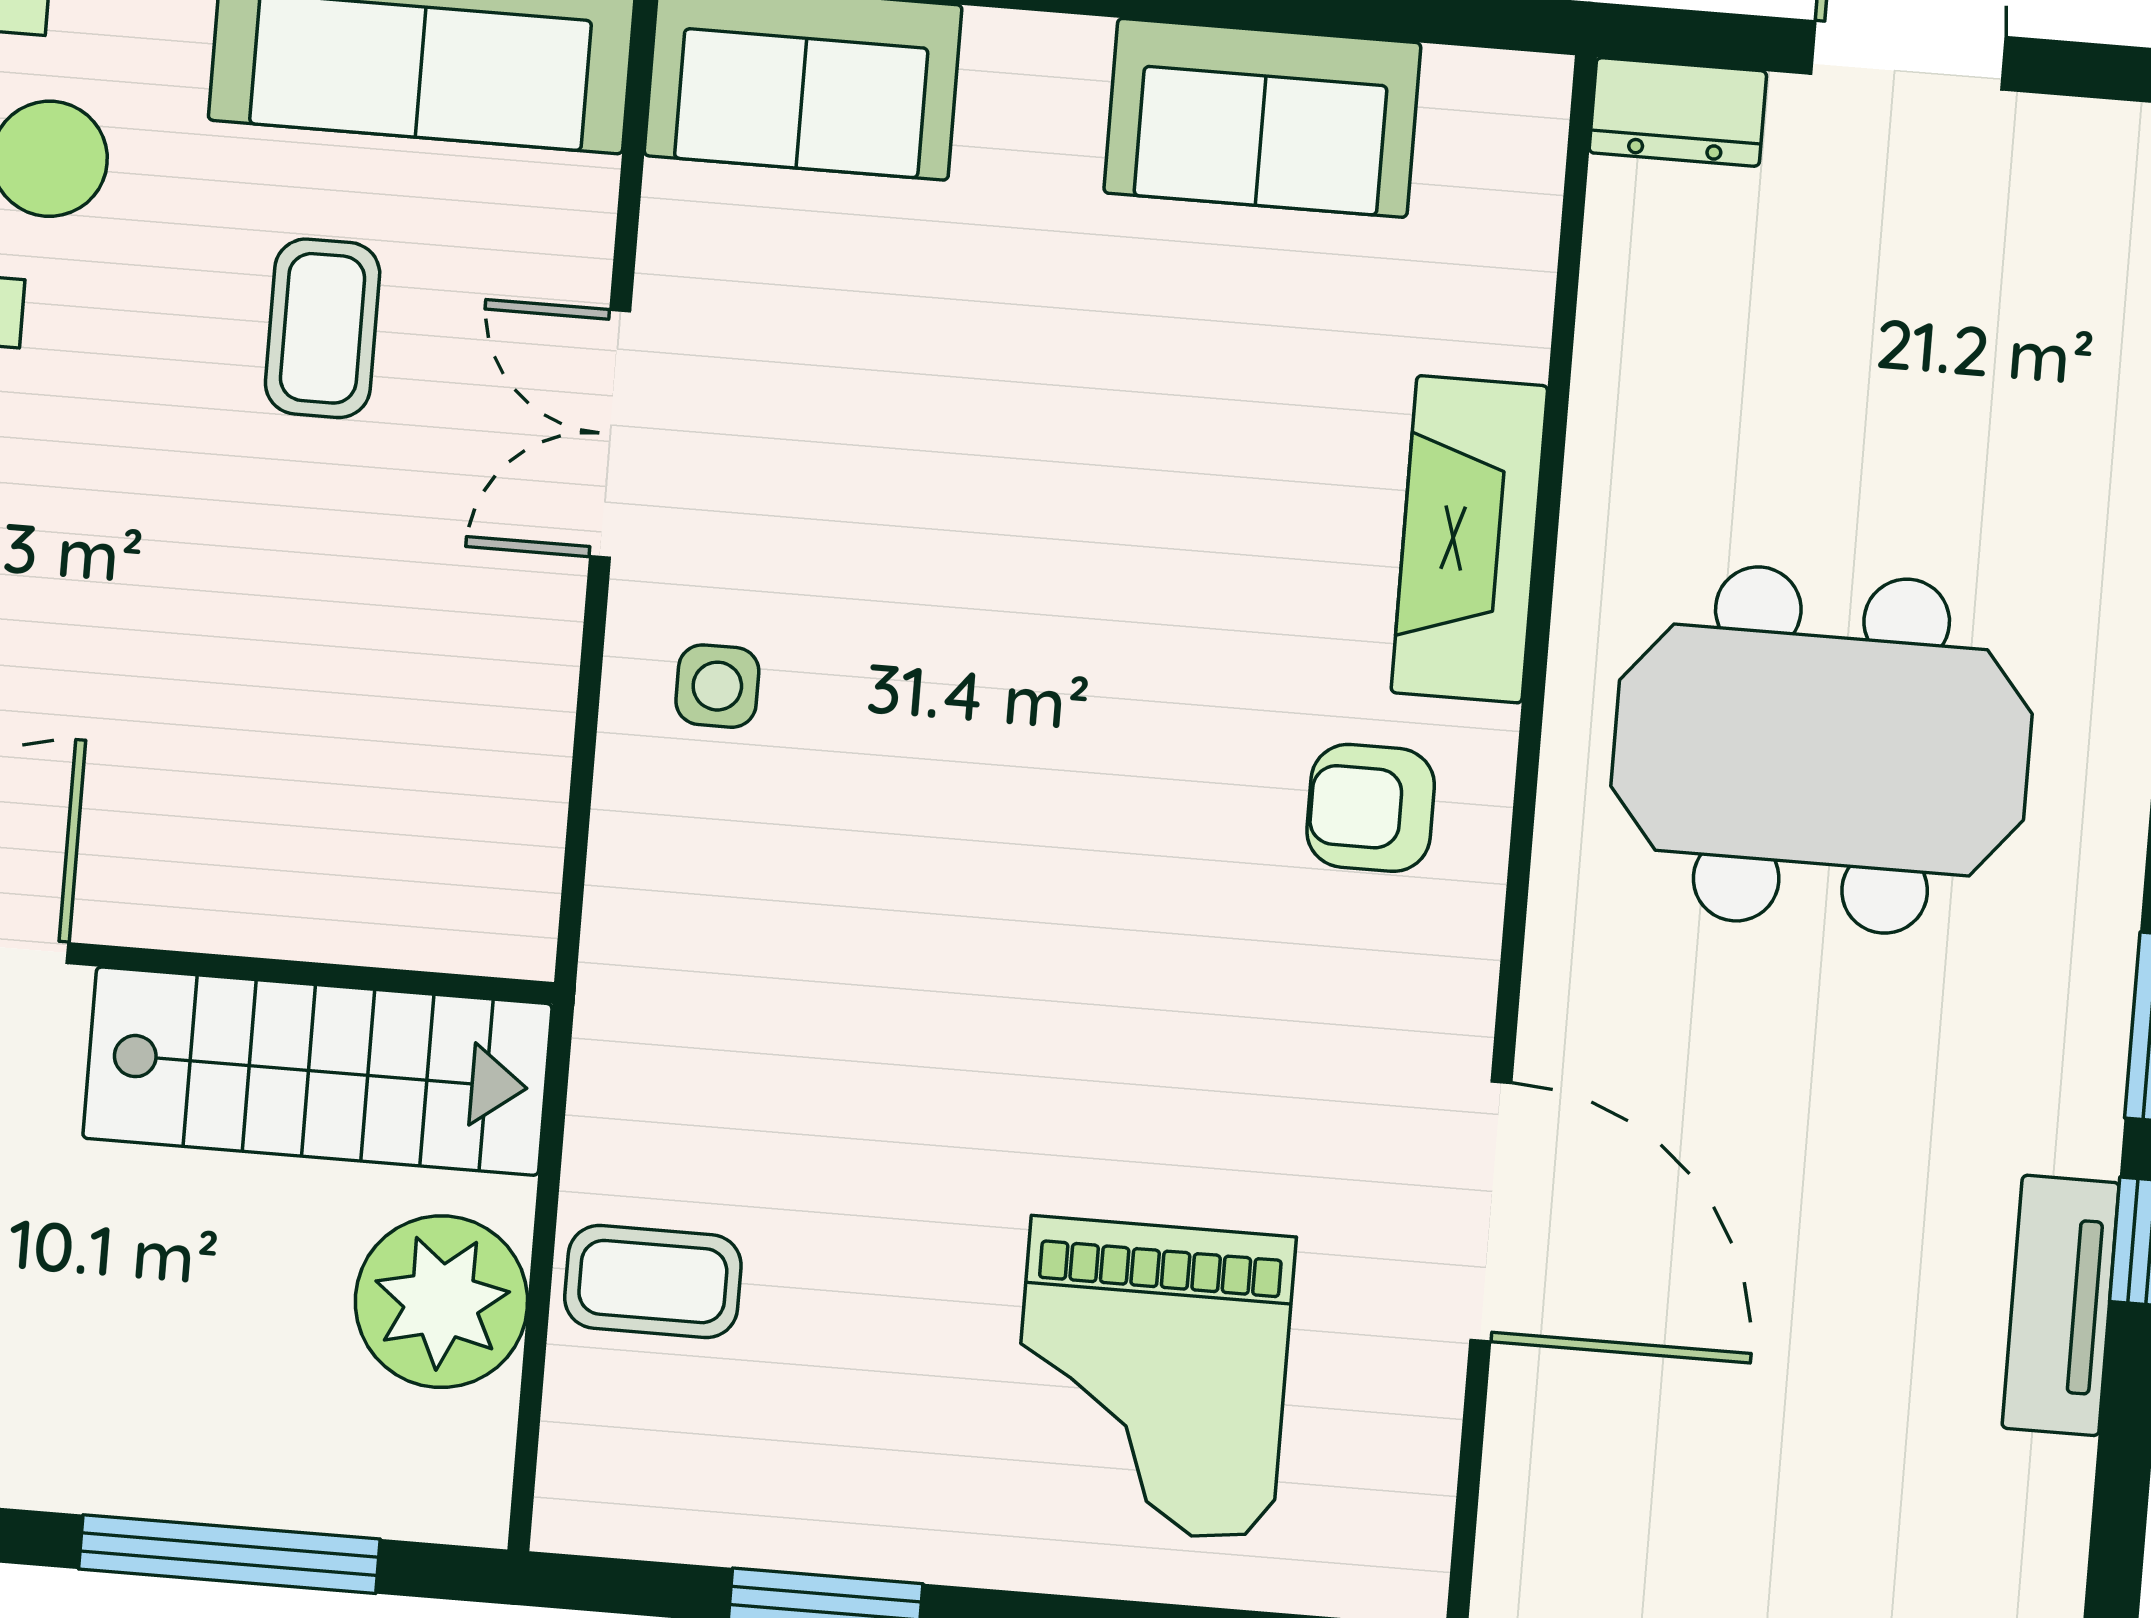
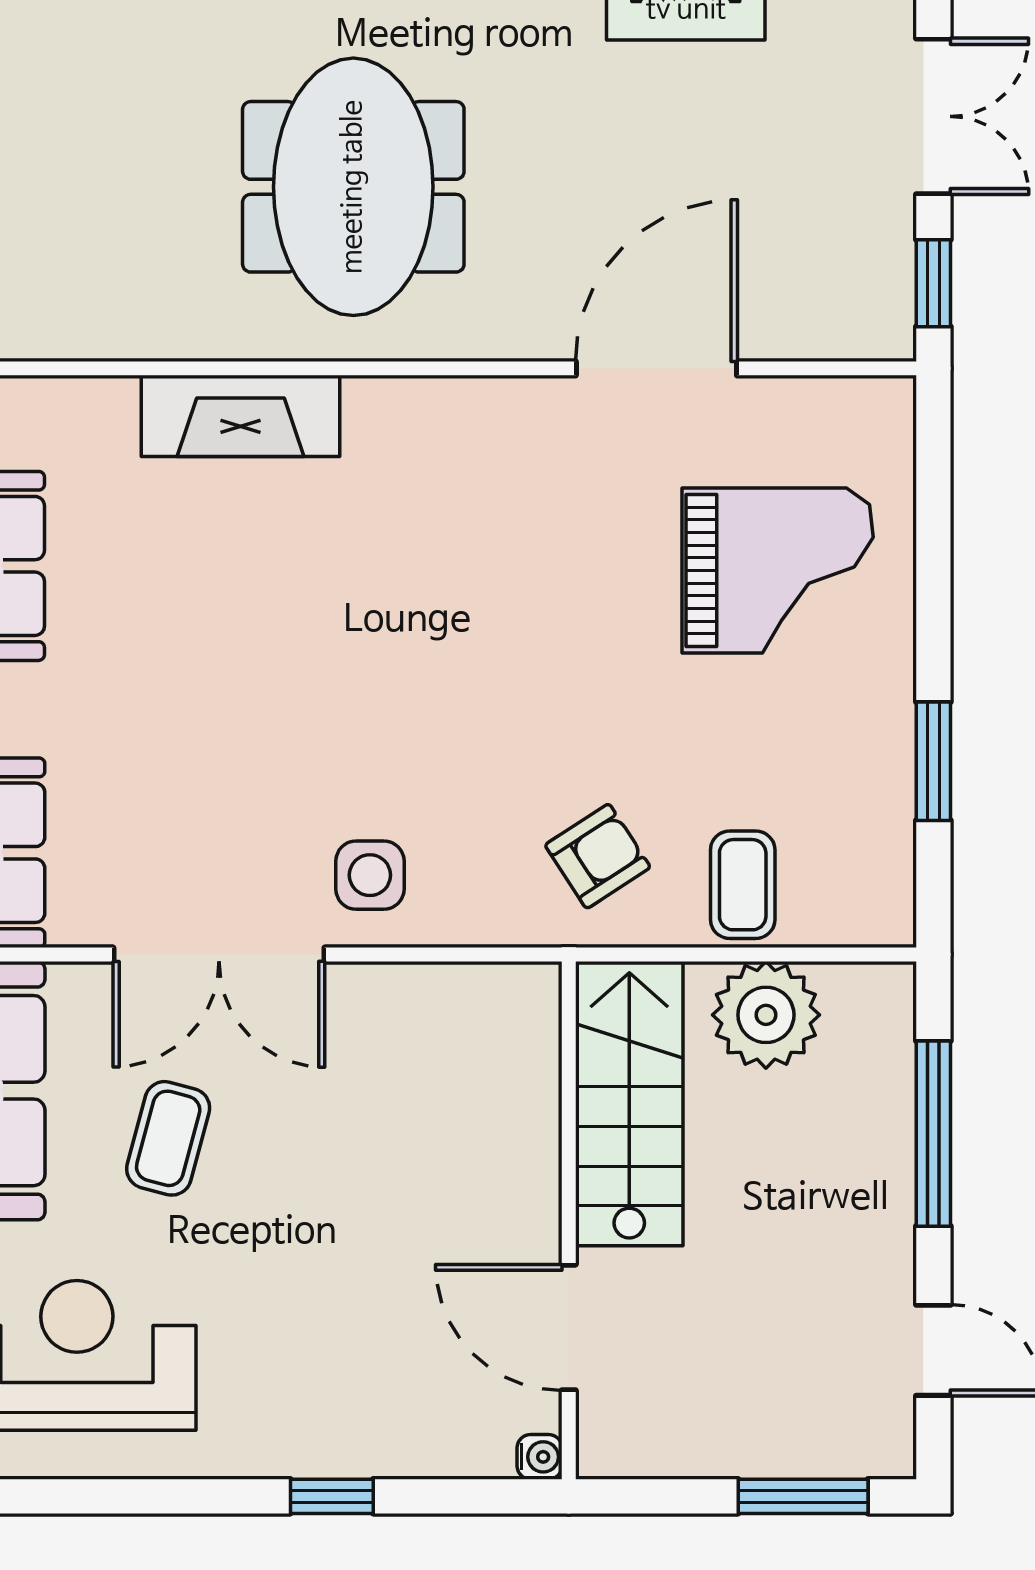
coffee table: (323, 328) -> (168, 1138), turned -75
double door: (610, 434) -> (219, 954), width x1.37
side table: (717, 686) -> (370, 875), width x1.37, depth x1.37
armchair: (1371, 808) -> (598, 856), moved, turned -123

